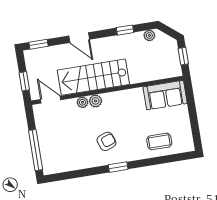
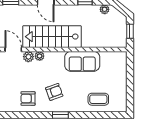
sofa: (165, 95) -> (82, 61), moved
plant: (96, 101) -> (28, 57), moved
armchair: (77, 154) -> (28, 99), added

